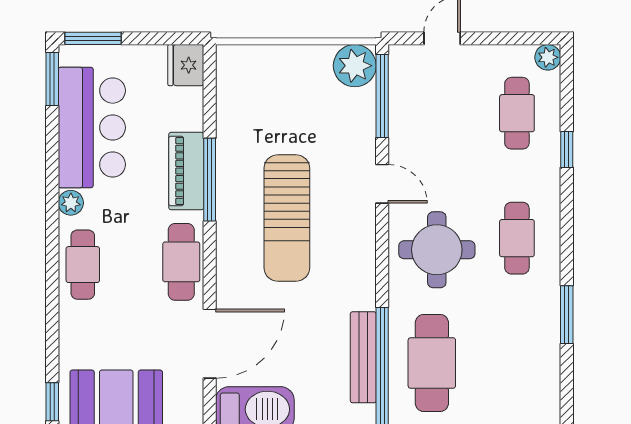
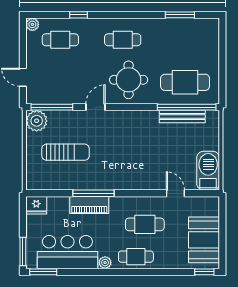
sun lounger: (287, 218) -> (66, 152), moved, width x0.73, depth x0.75
cafe table: (181, 262) -> (145, 224), moved
window: (567, 315) -> (180, 15), moved
door: (210, 344) -> (175, 193), width x0.53

